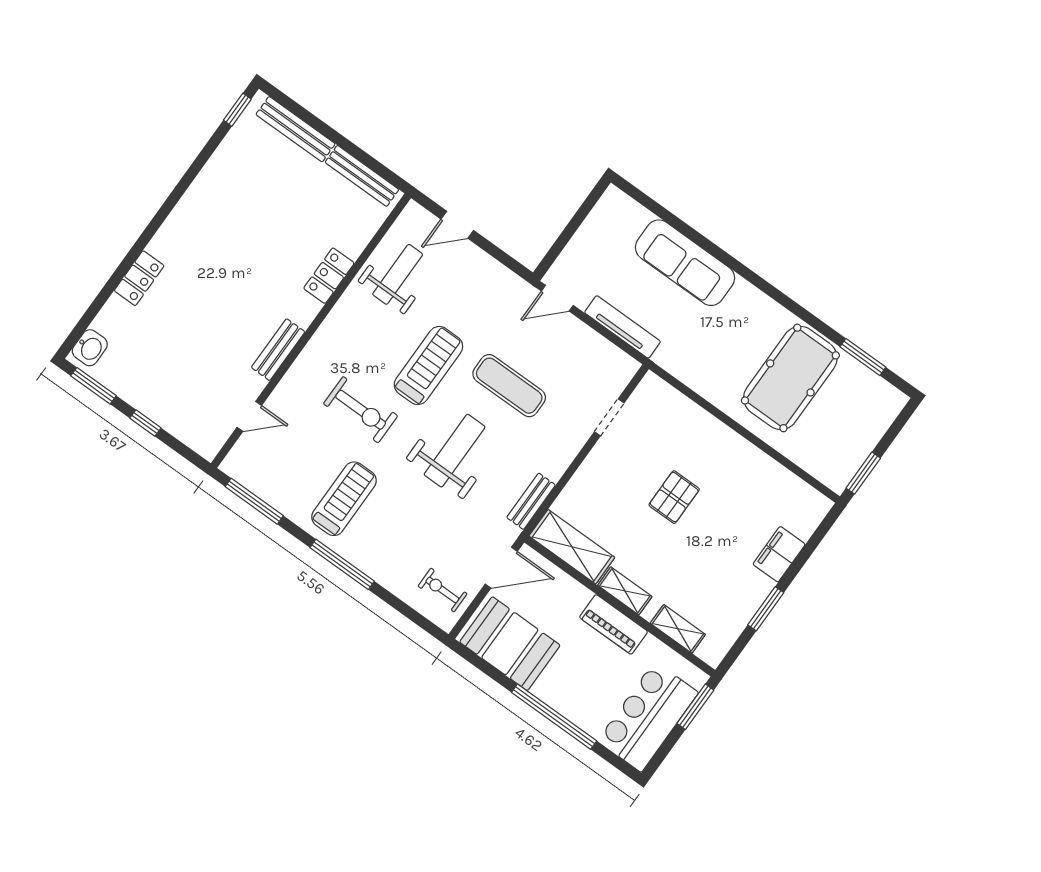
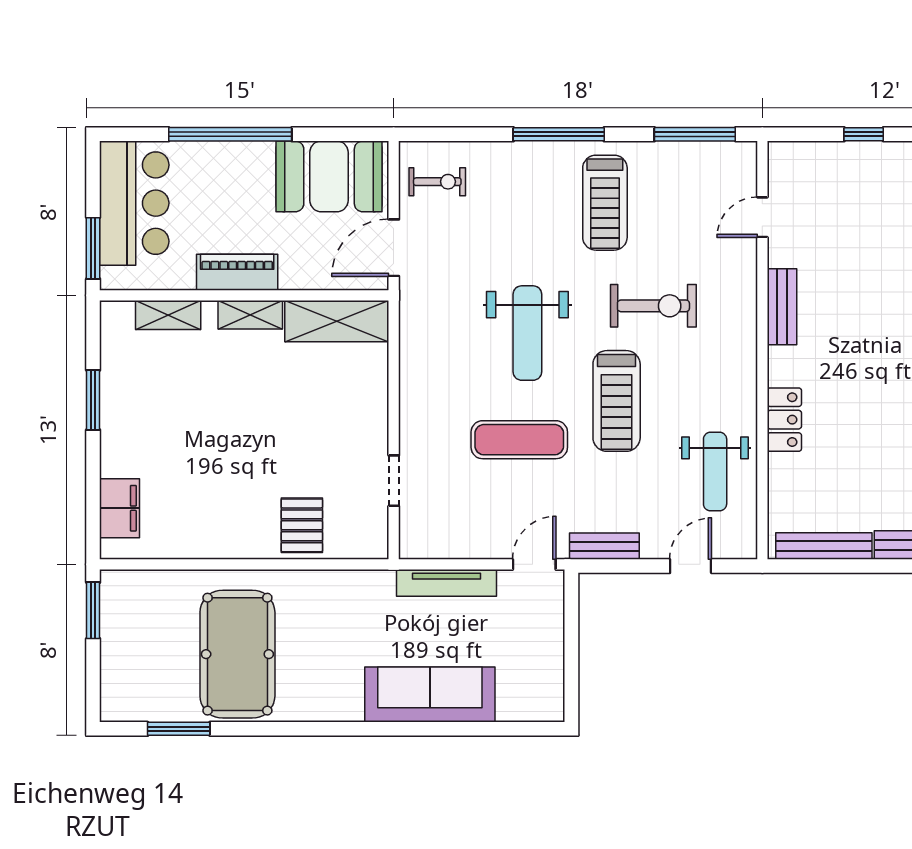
exercise bike: (361, 410) -> (653, 306), turned 180
pallet: (674, 497) -> (302, 525), moved
bench: (531, 501) -> (604, 546), moved, turned 90
filing cabinet: (779, 554) -> (119, 508), moved

